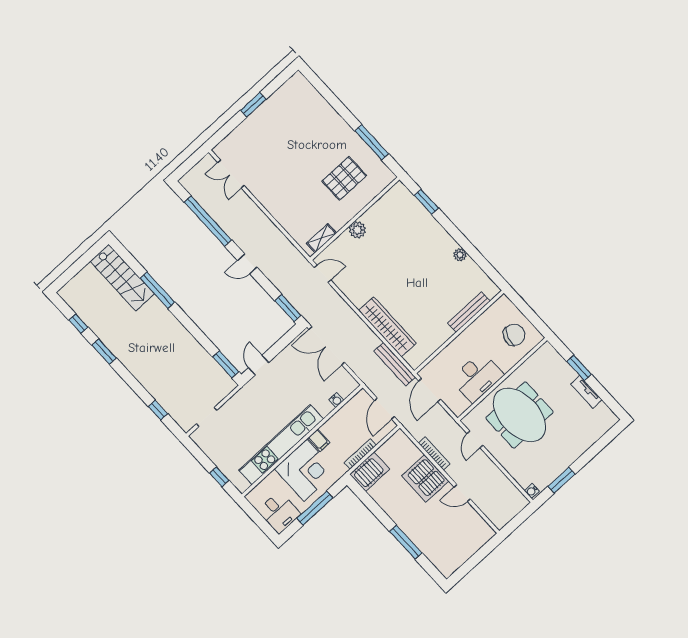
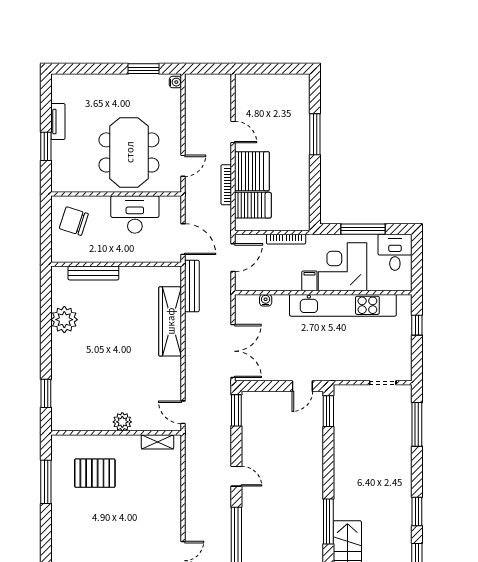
plant: (460, 255) -> (64, 320), width x1.88, depth x1.88
door: (430, 390) -> (183, 239), hinge flipped
window: (158, 410) -> (417, 424), width x2.17
server rack: (370, 472) -> (253, 205), moved, turned 180

